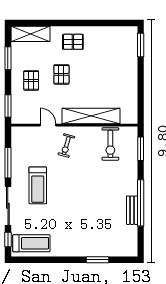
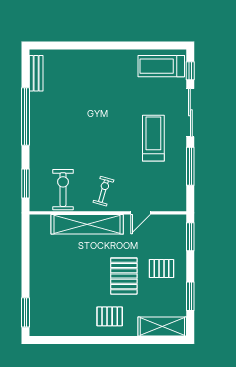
pallet: (61, 74) -> (124, 276), width x1.50, depth x1.42
pallet: (31, 80) -> (162, 268), turned 90
door: (48, 125) -> (141, 213), hinge flipped
exercise bike: (66, 146) -> (103, 191), moved
bench: (132, 210) -> (36, 73), moved
window: (97, 260) -> (79, 46), removed

